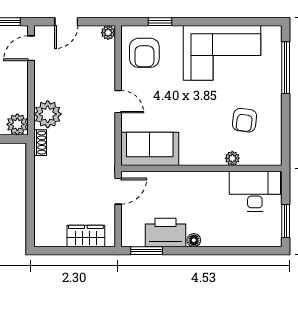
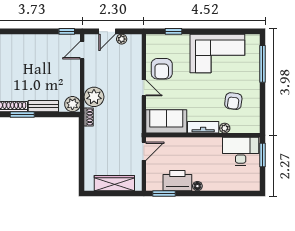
plant: (108, 33) -> (122, 39), moved
armchair: (144, 53) -> (162, 69), moved
tv unit: (202, 157) -> (203, 127), added
window: (286, 221) -> (262, 155), moved
wardrobe: (86, 236) -> (114, 183), width x1.50

